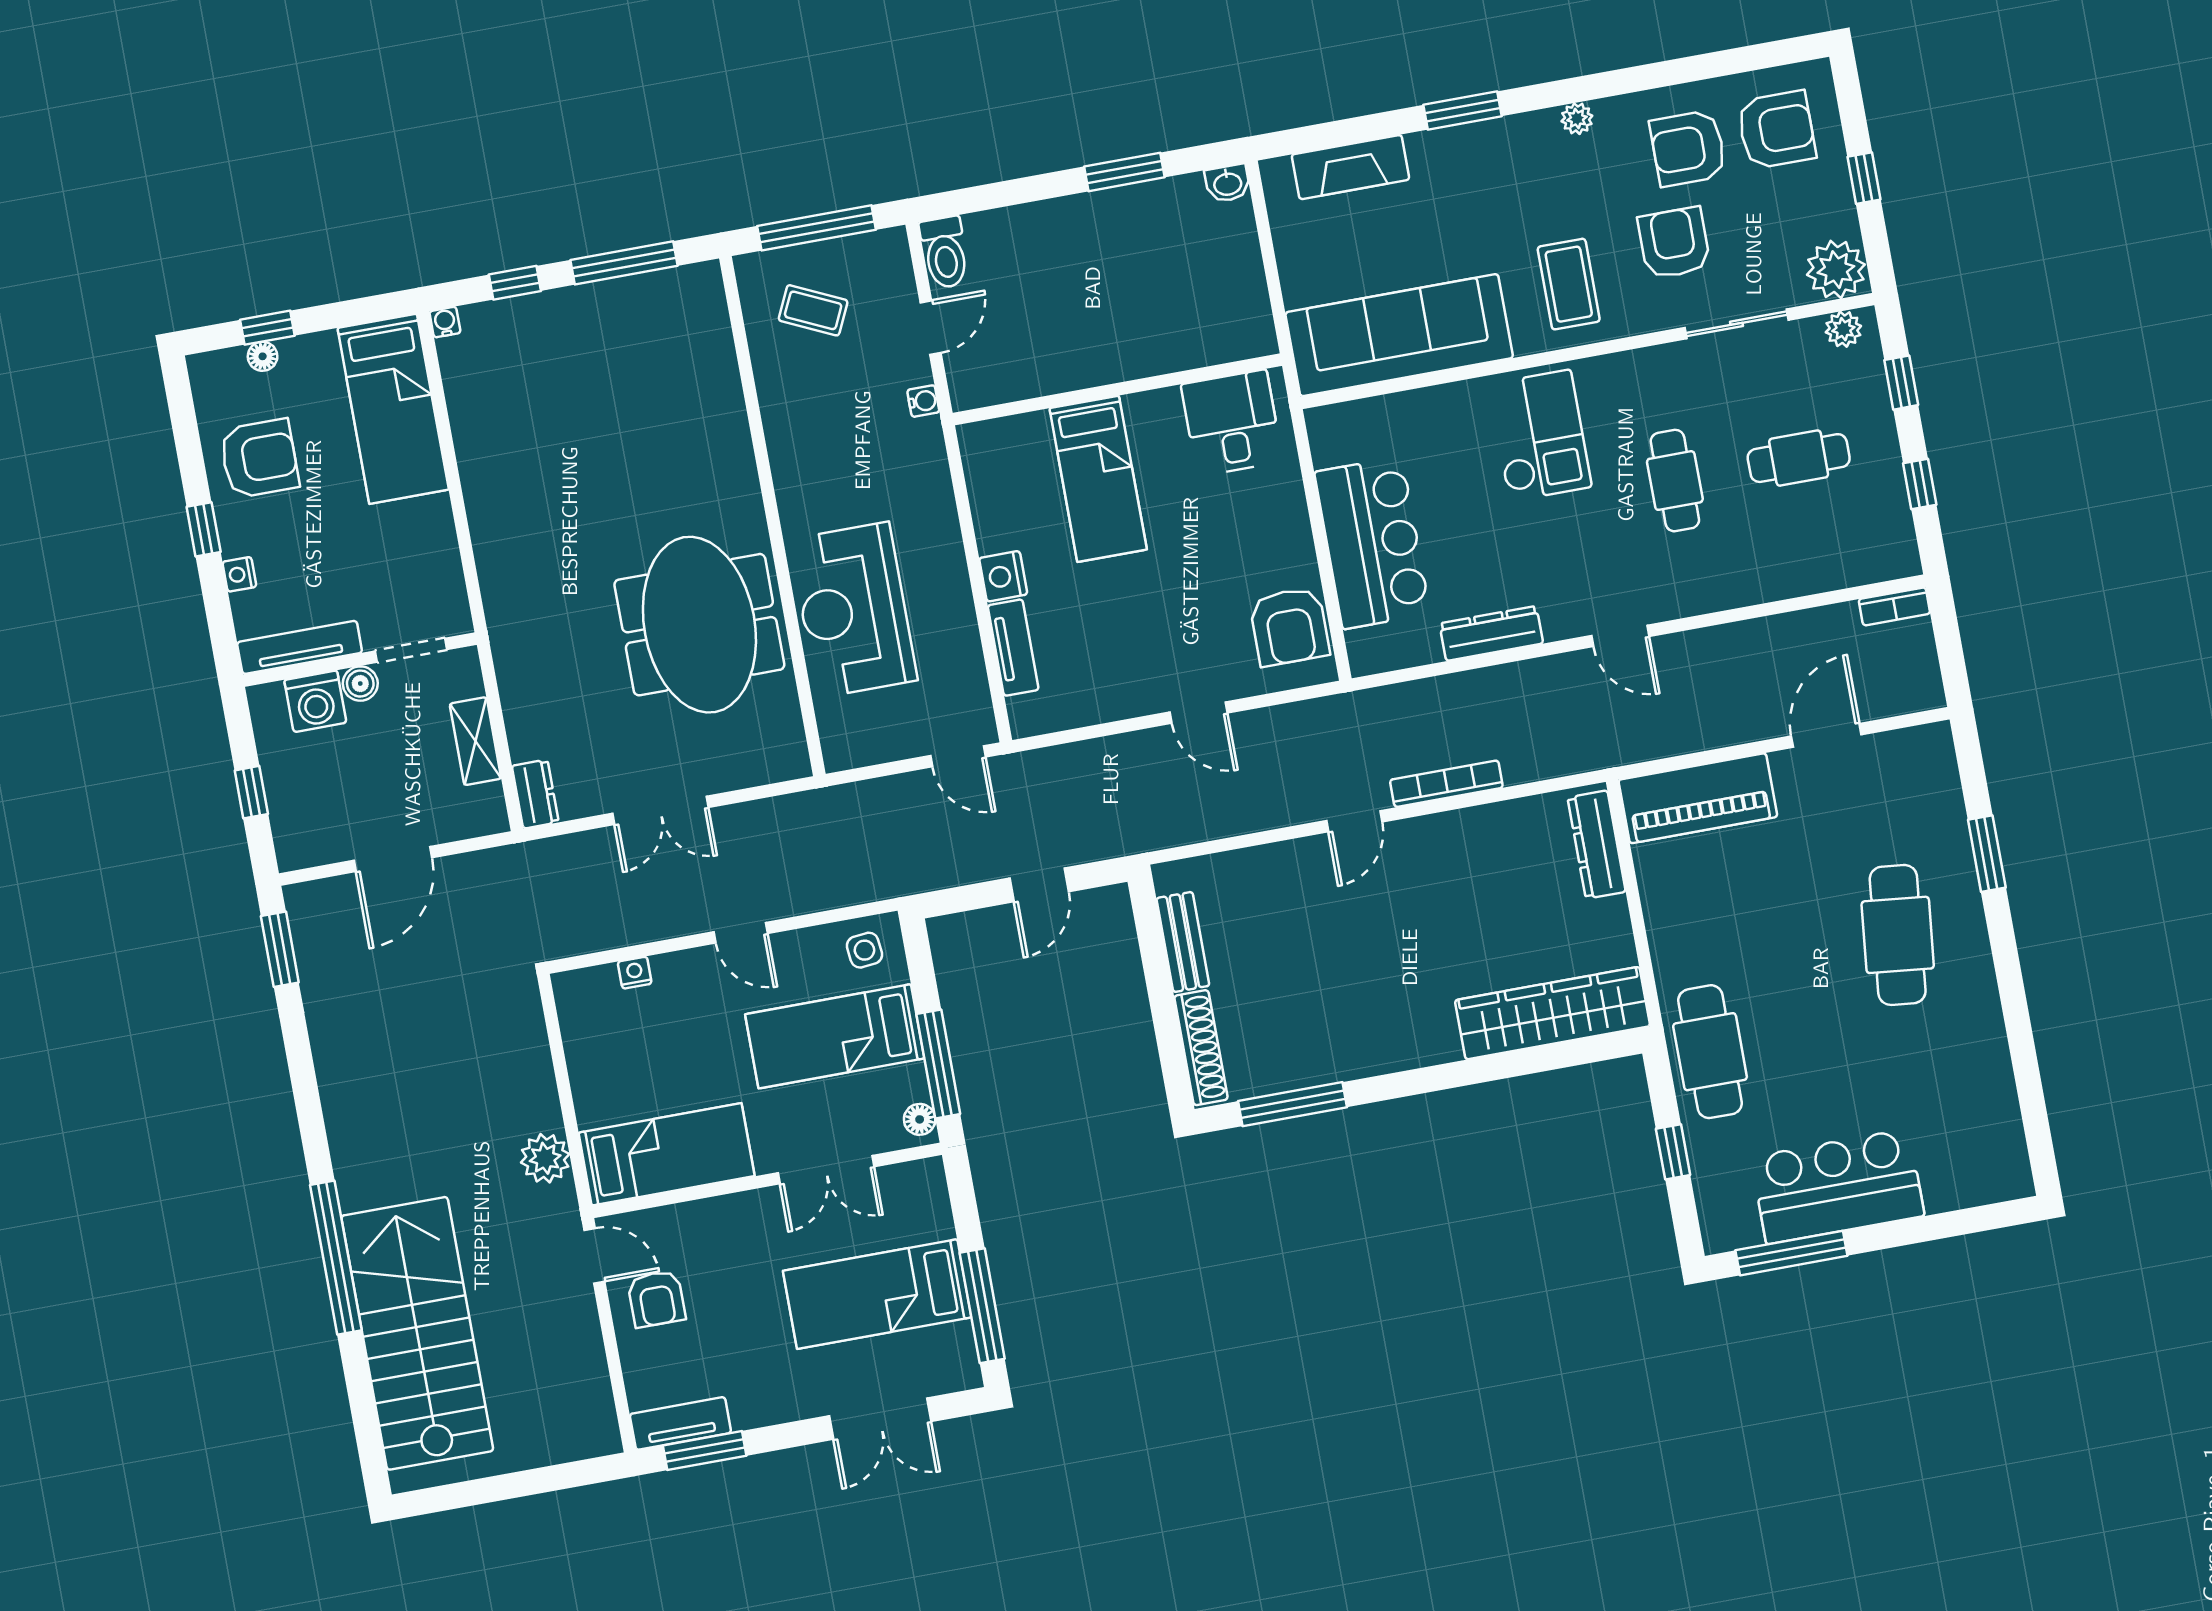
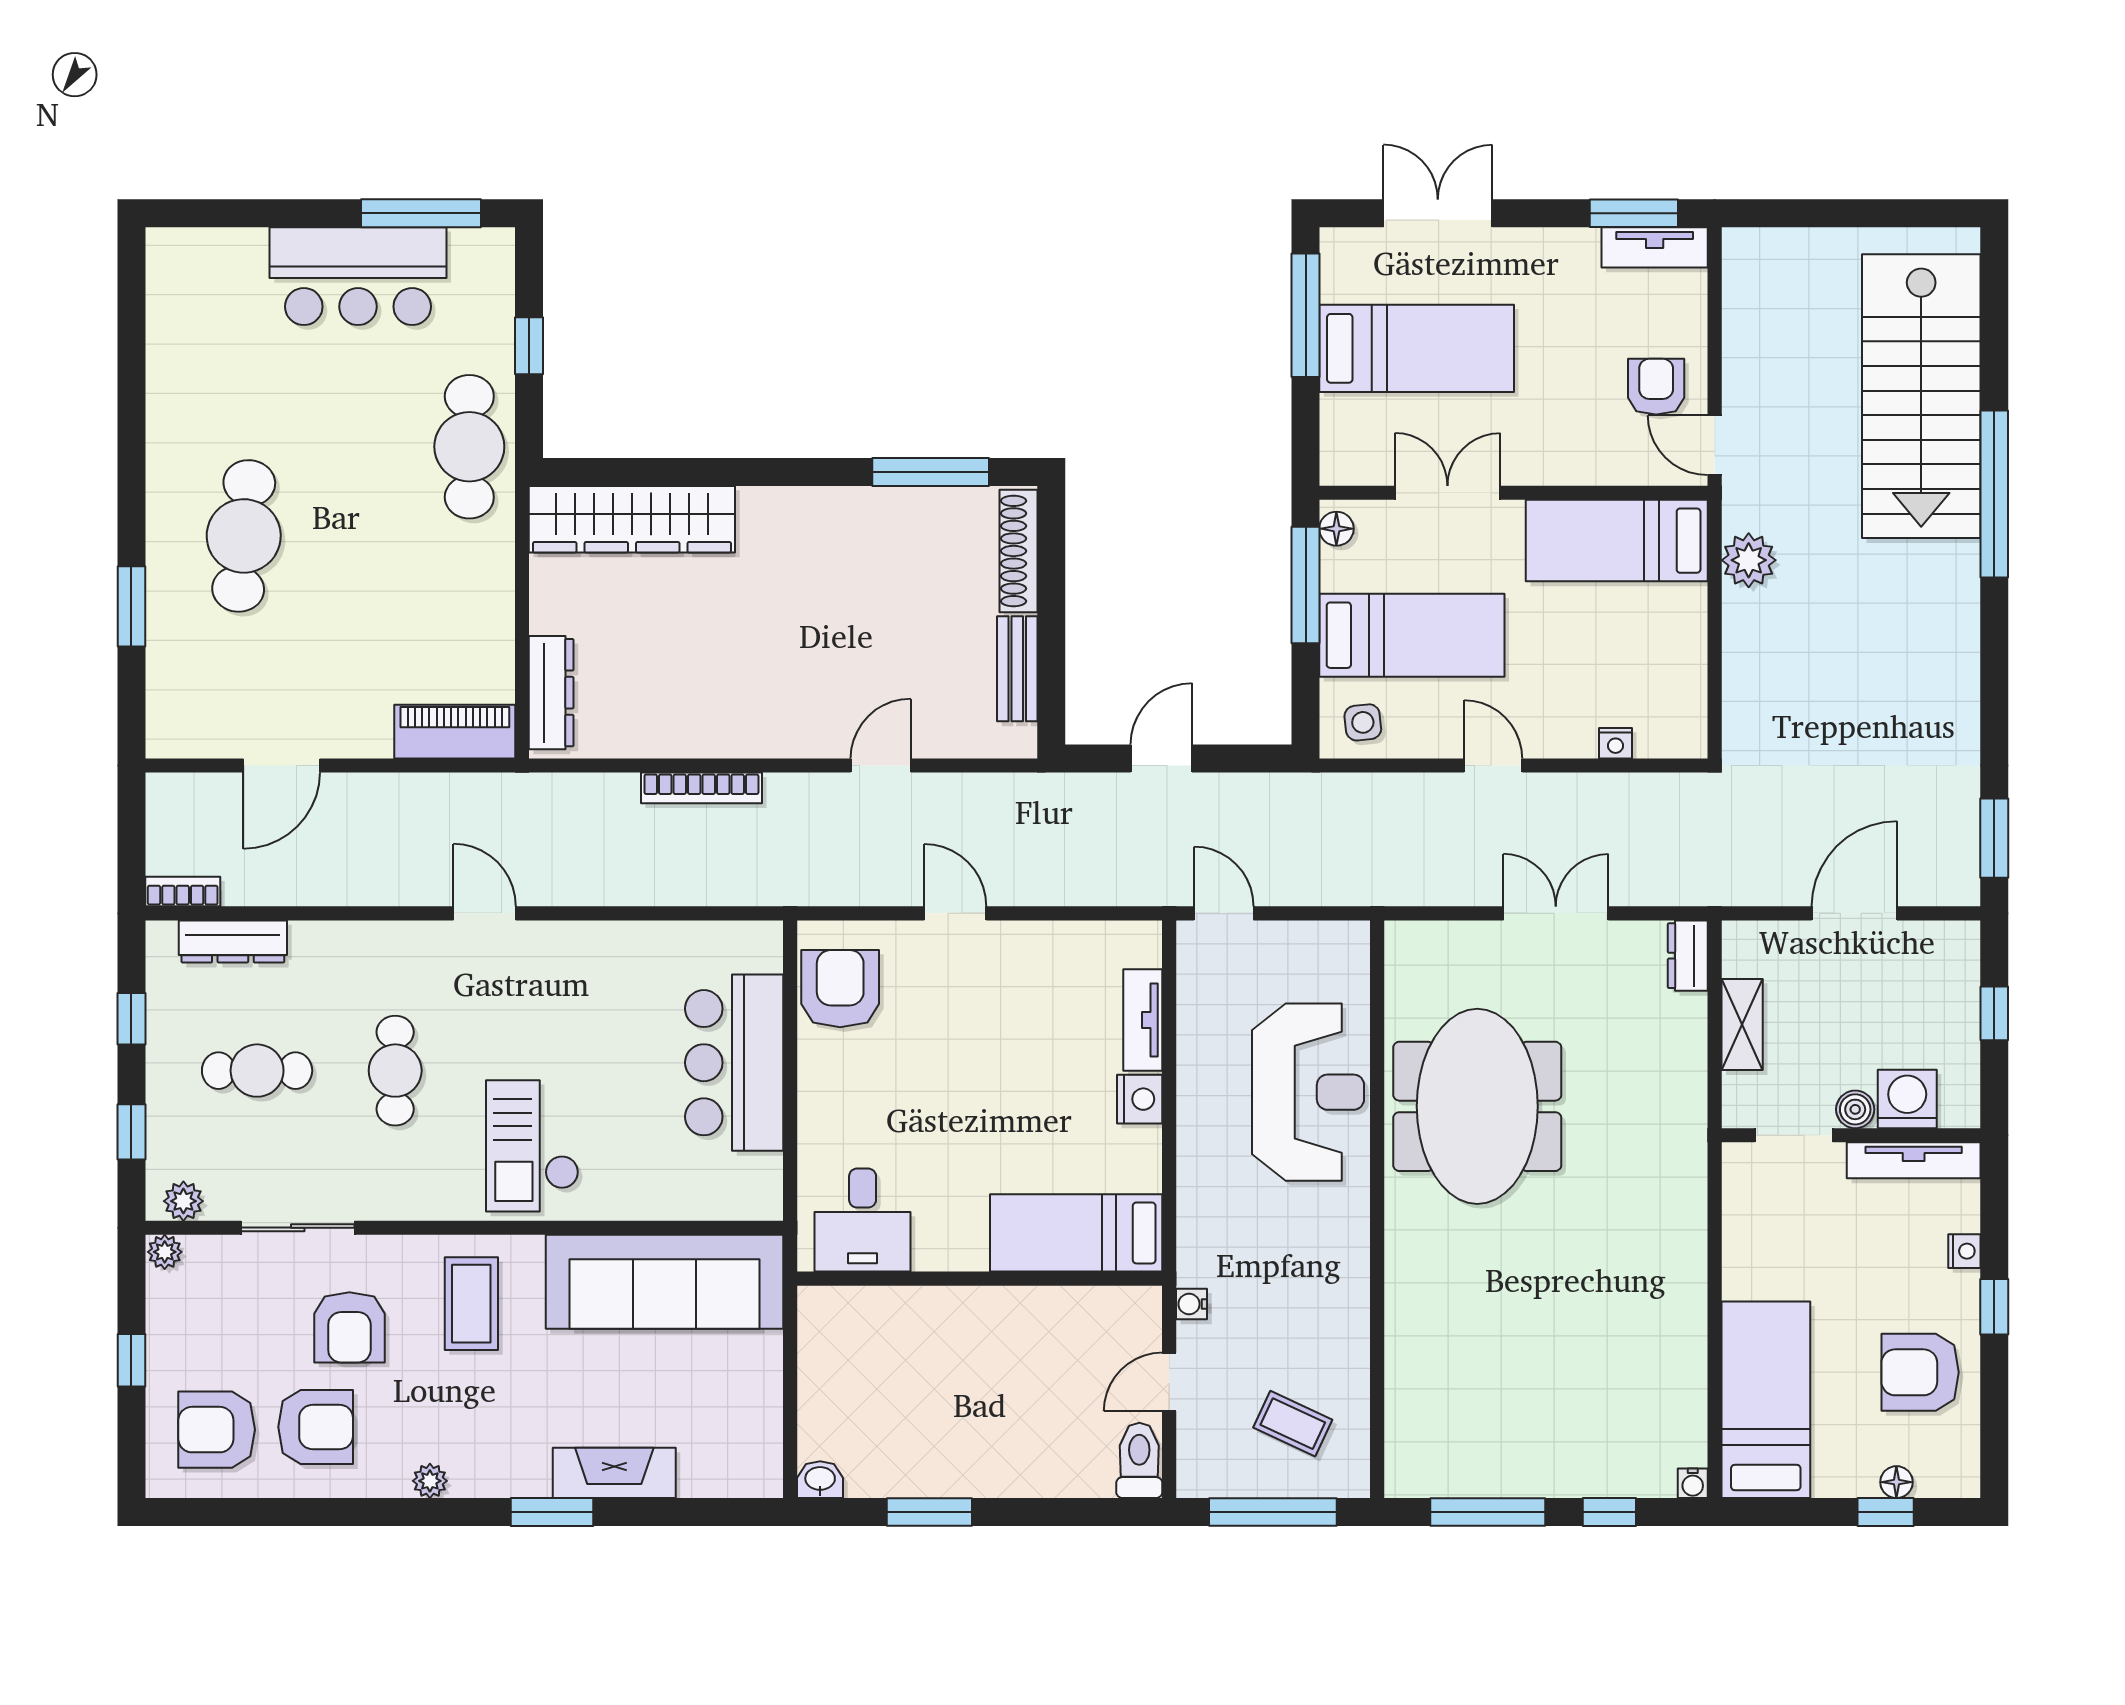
fireplace: (1351, 167) -> (614, 1473), moved
plant: (1836, 270) -> (165, 1252), width x0.53, depth x0.53
bed: (1098, 479) -> (1076, 1233), moved, turned -90
dresser: (1491, 633) -> (233, 942), moved
piano: (1698, 798) -> (455, 732), width x0.73, depth x0.75
door: (1354, 821) -> (881, 766), moved

